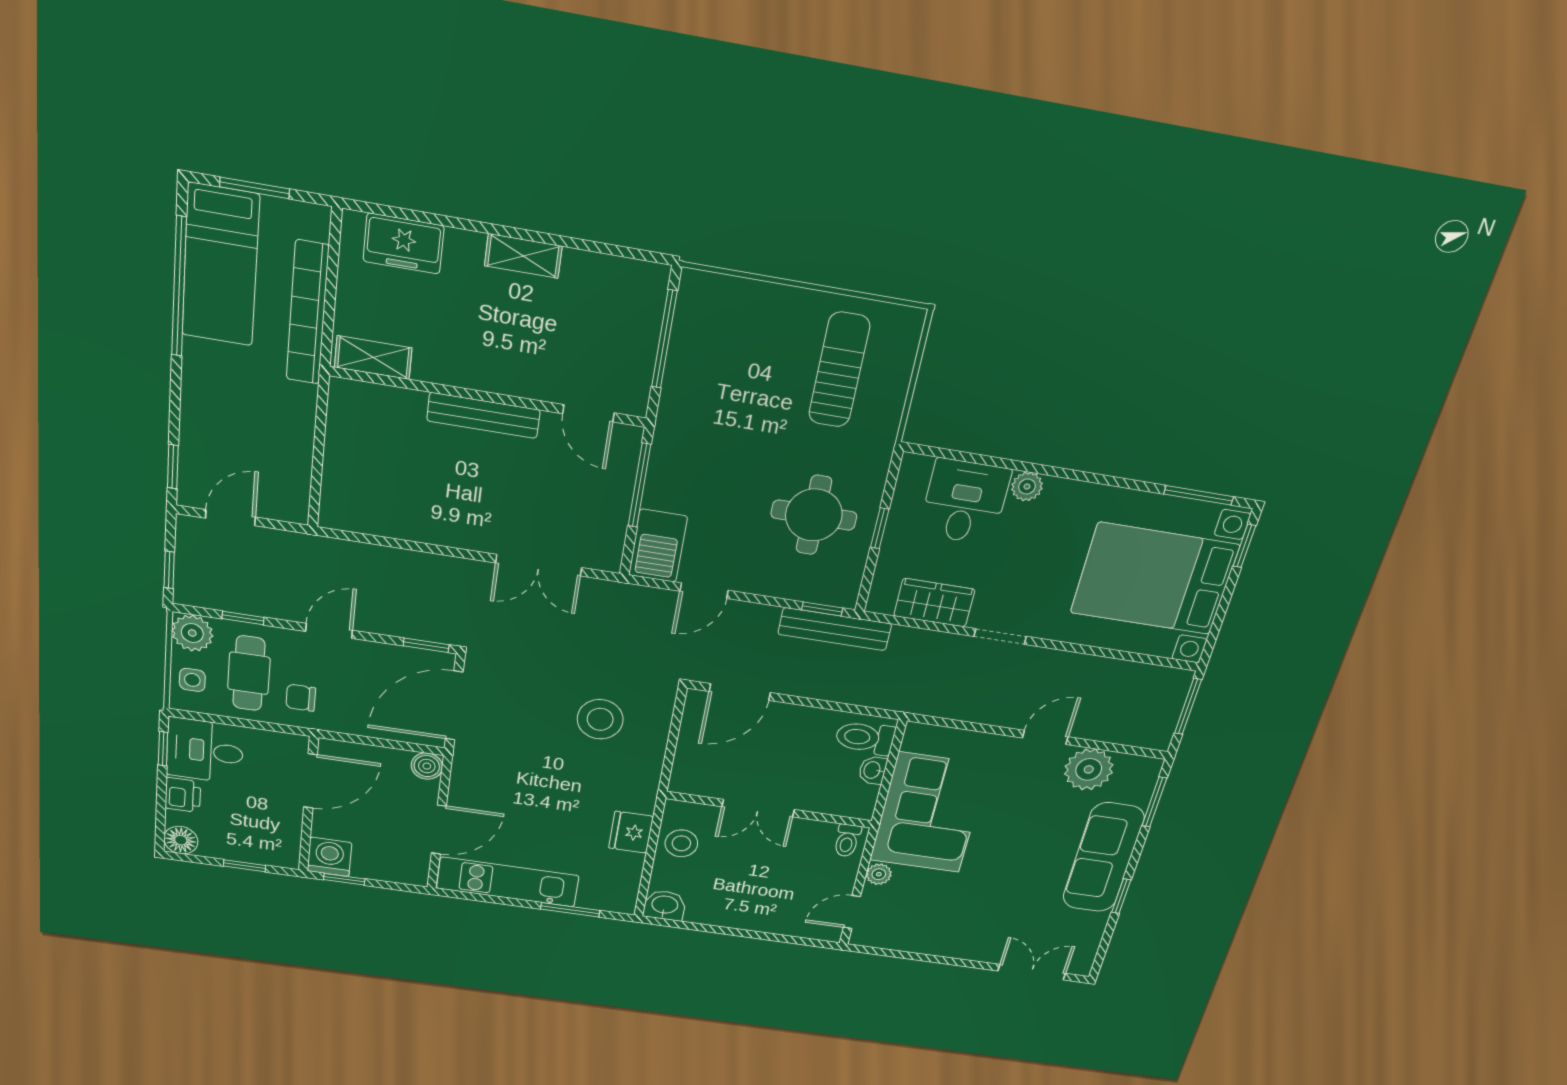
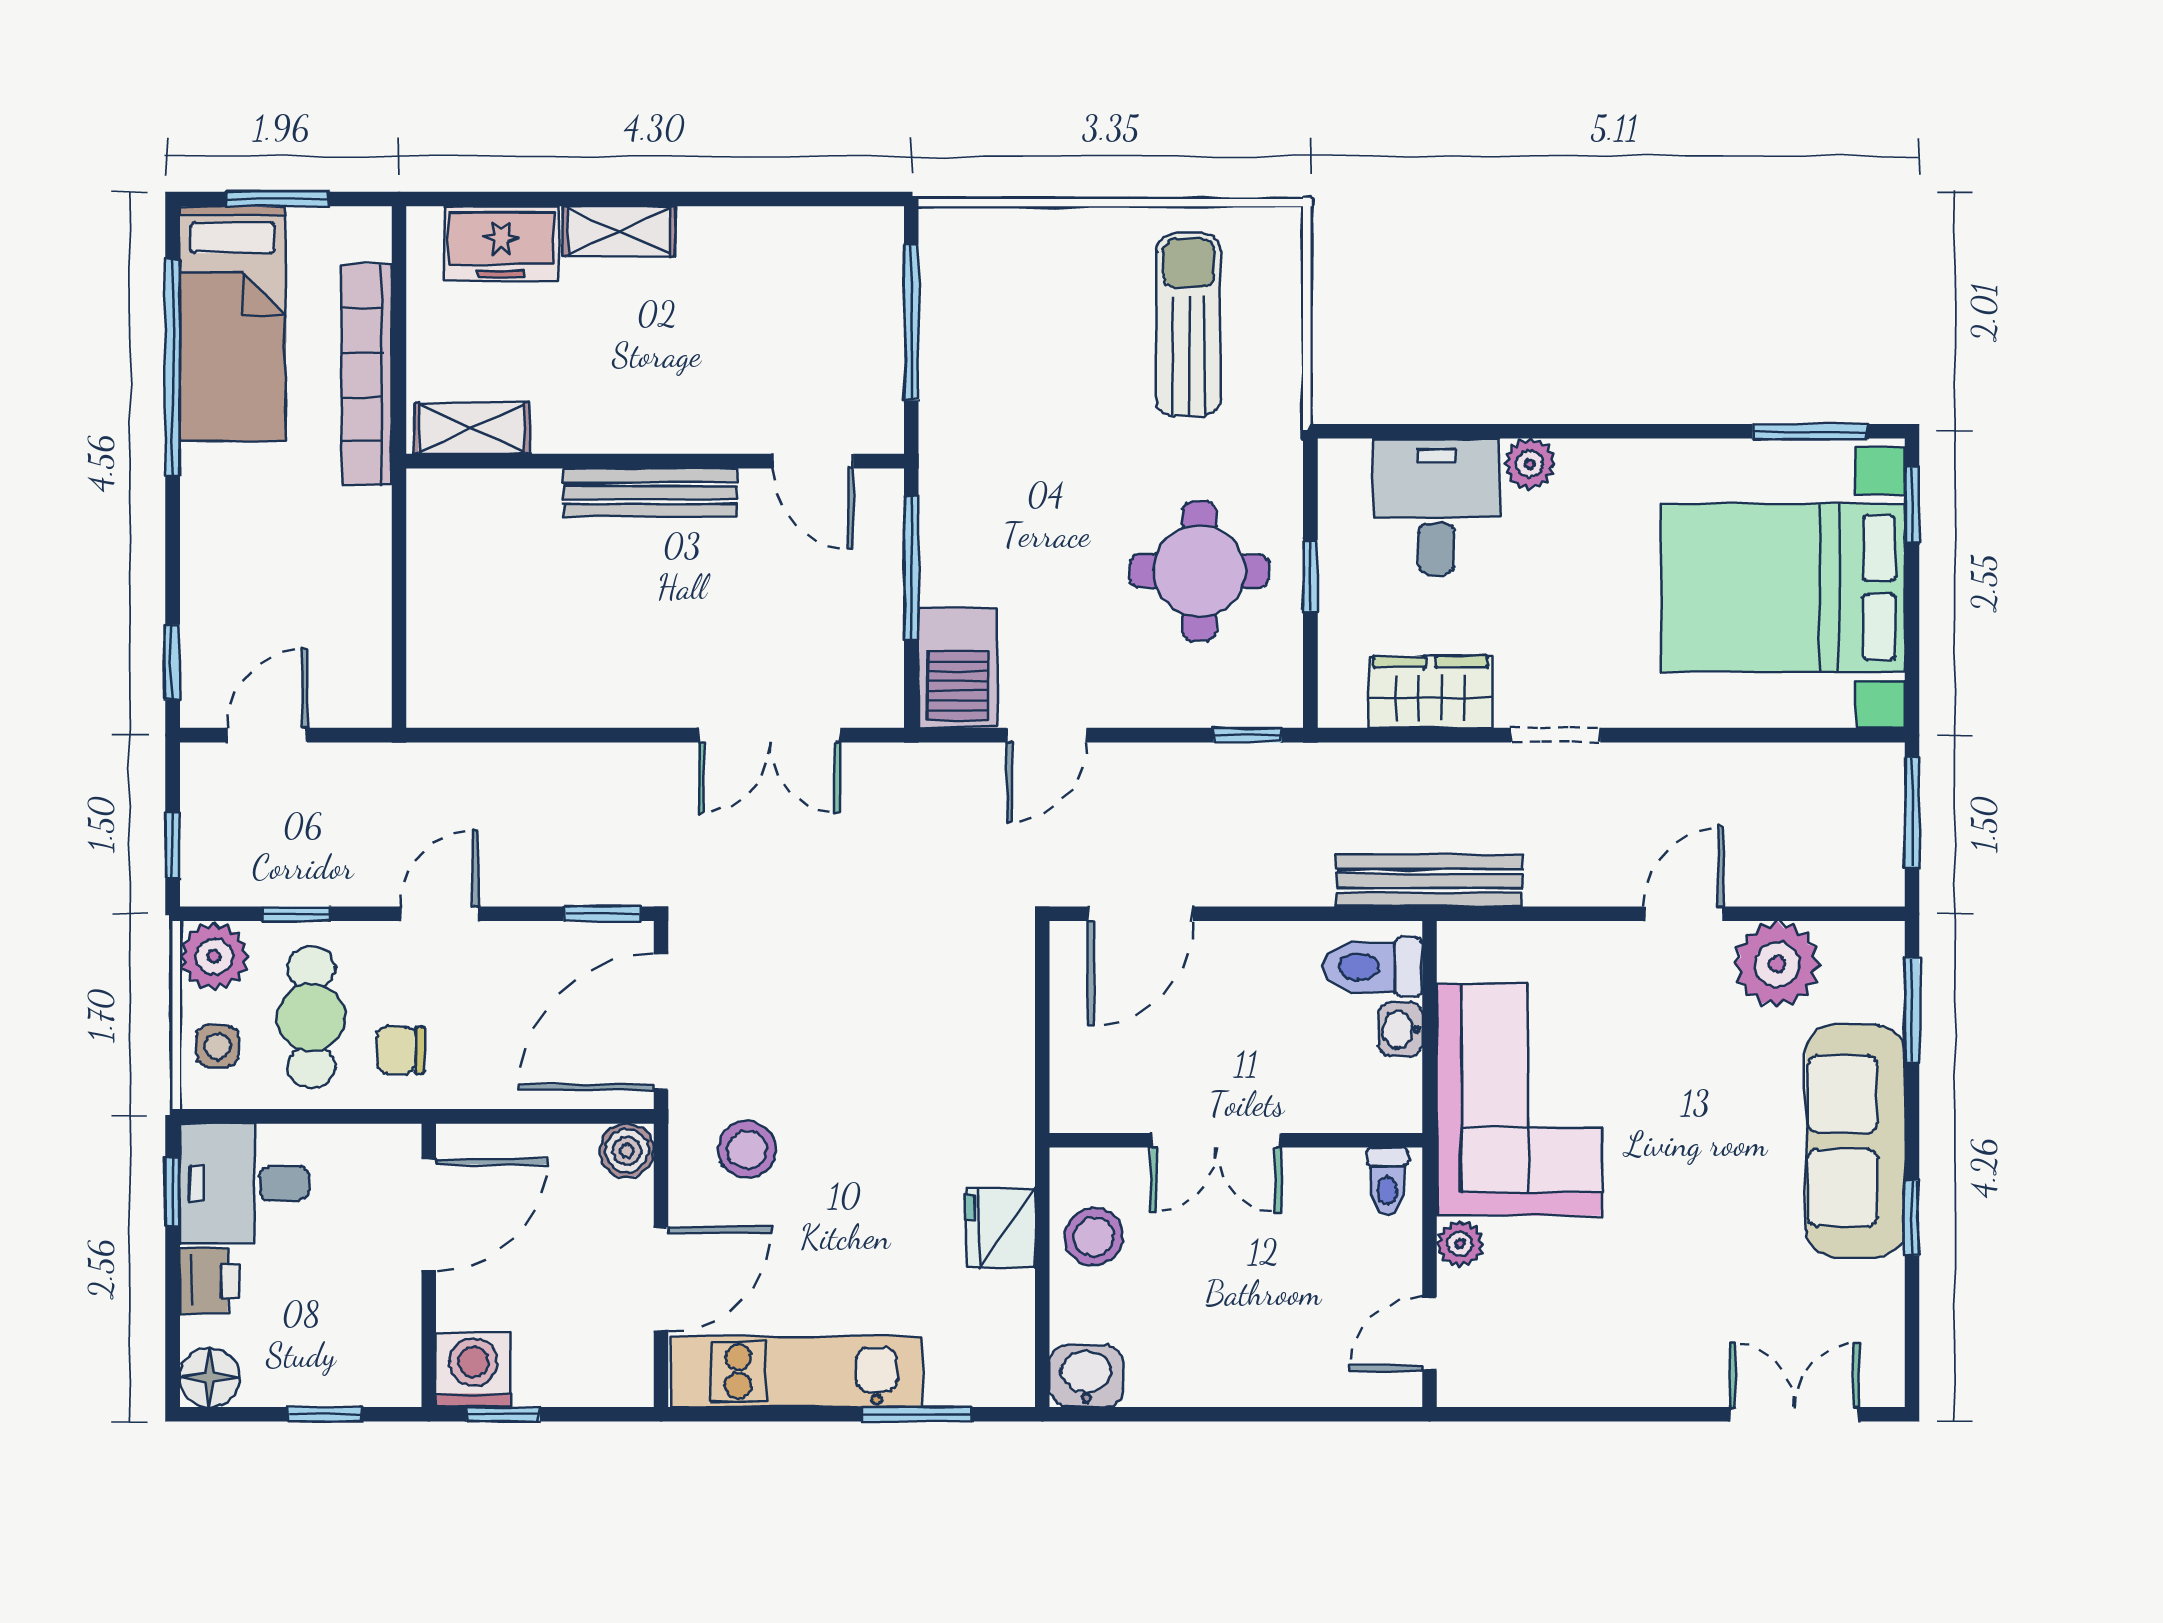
shelving: (523, 256) -> (619, 231), moved
bench: (835, 629) -> (1429, 881), moved
stool: (600, 719) -> (747, 1150), moved, width x0.73, depth x0.73

